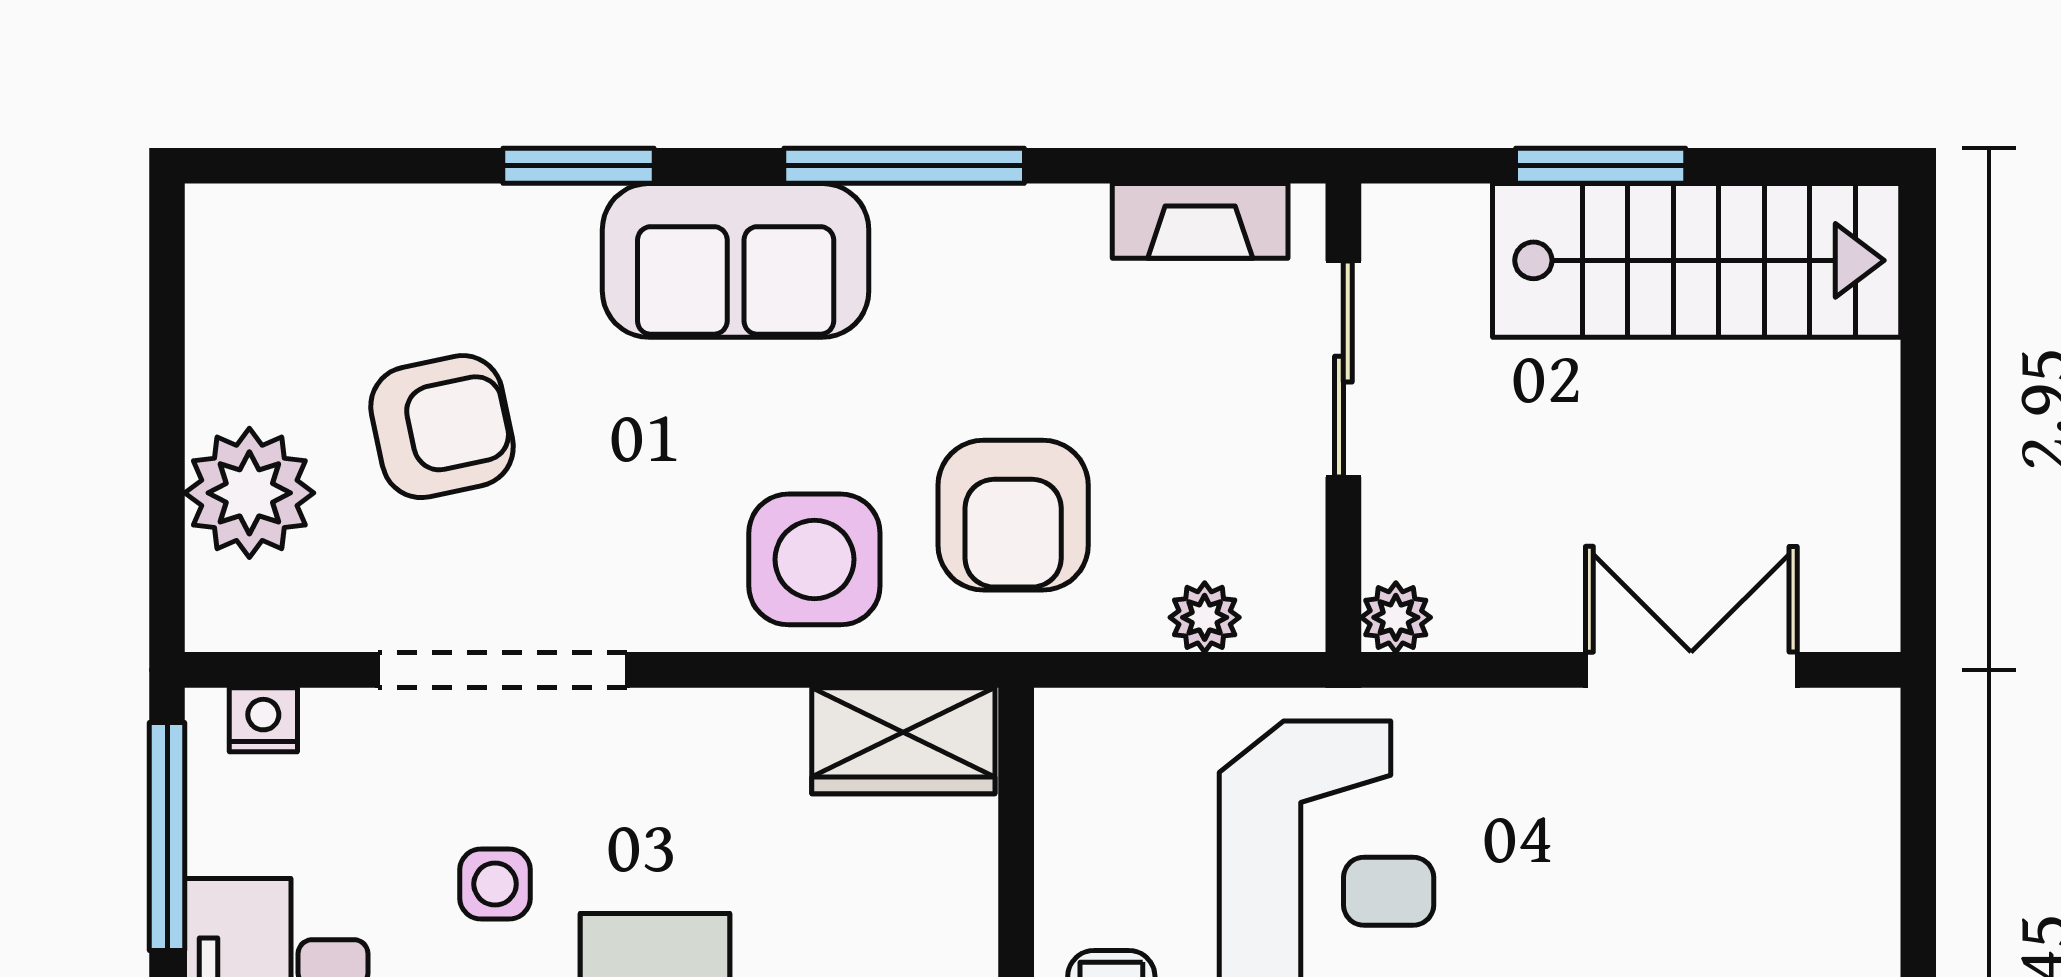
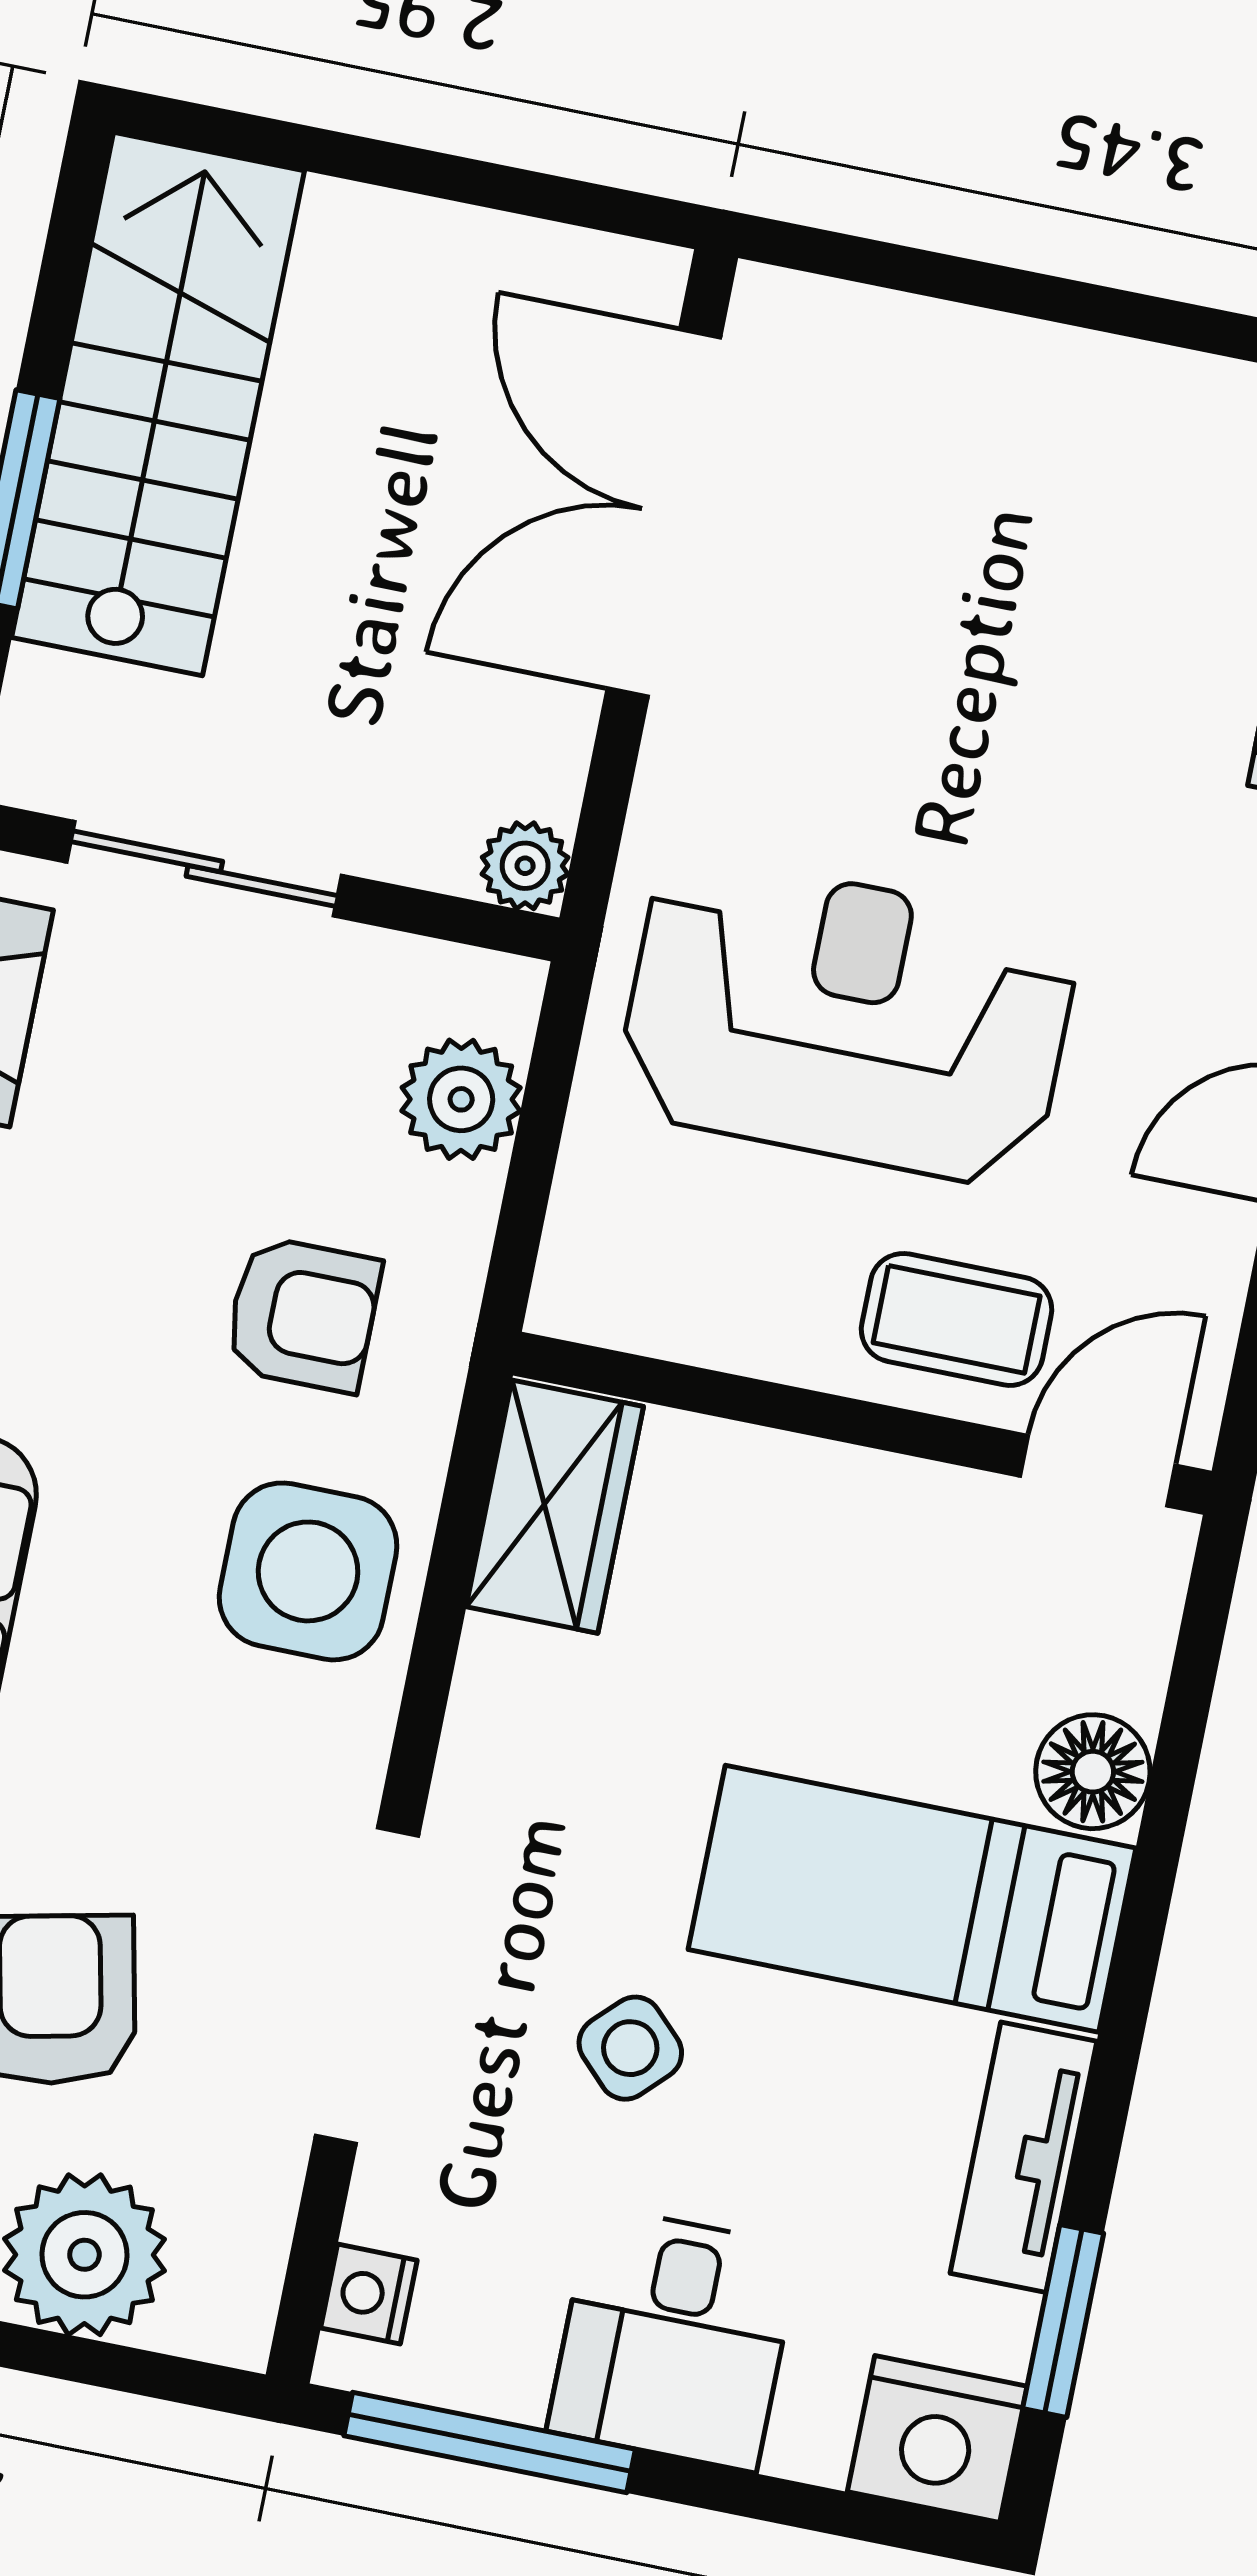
armchair: (1013, 515) -> (303, 1314), width x0.72, depth x0.72
plant: (1205, 617) -> (461, 1099), width x1.38, depth x1.38
double door: (1691, 670) -> (664, 513), width x1.37
side table: (495, 884) -> (630, 2048), turned 45

